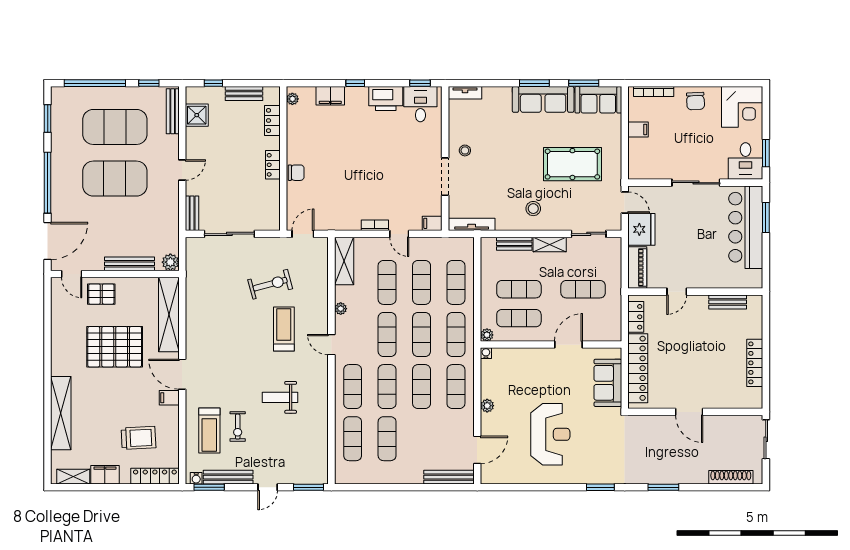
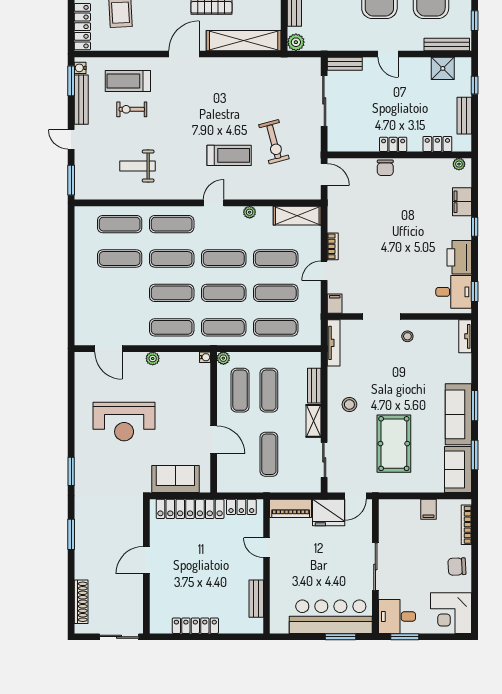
weight bench: (280, 397) -> (138, 166), moved, turned -90
filing cabinet: (169, 398) -> (161, 41), removed
bench: (449, 477) -> (81, 320), removed

